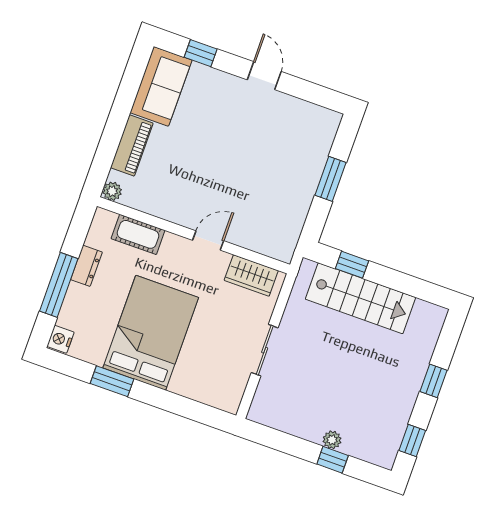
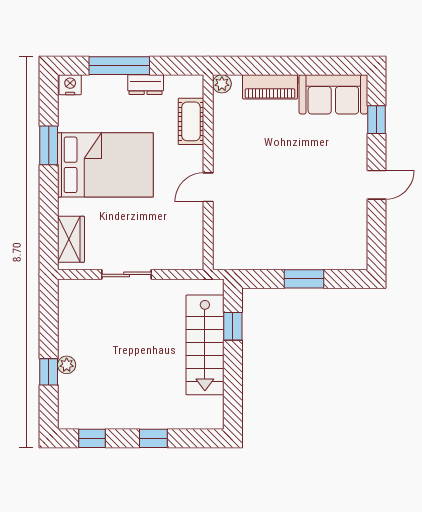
door: (208, 241) -> (208, 187), swing flipped
wardrobe: (251, 275) -> (71, 239), moved, turned 180

